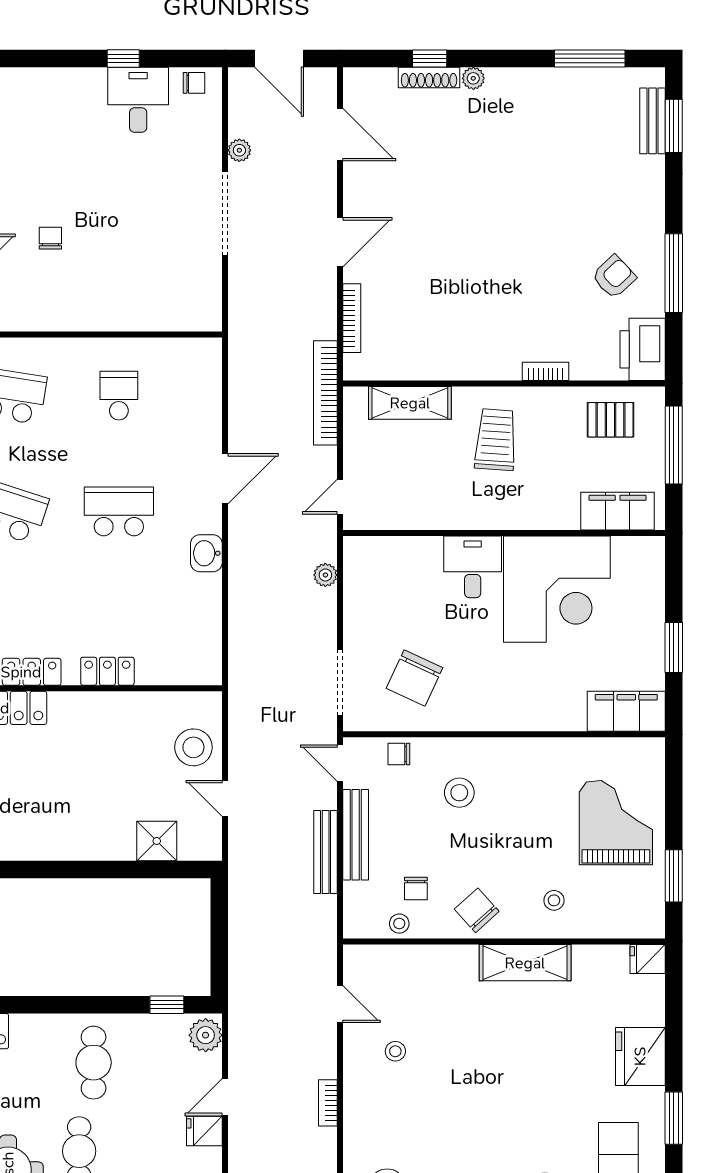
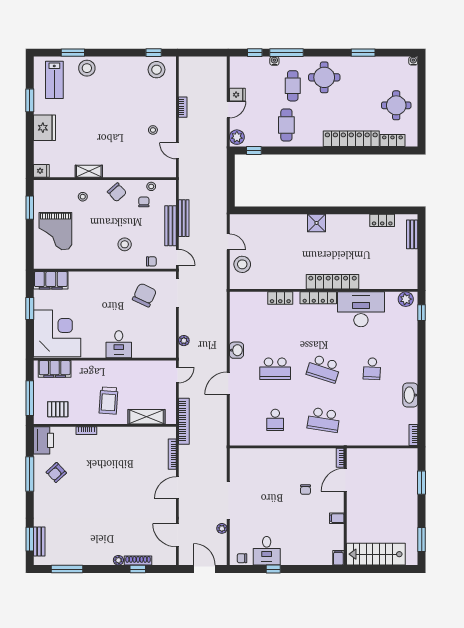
corner desk: (557, 589) -> (57, 333), moved, turned 90
shower: (157, 841) -> (317, 223), moved
shelving: (525, 963) -> (89, 171), width x0.67, depth x0.75

